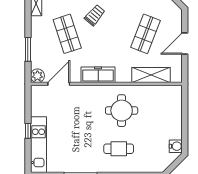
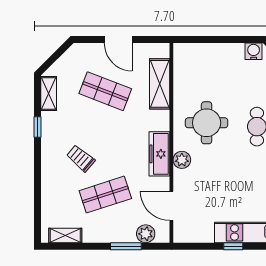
plant: (37, 76) -> (146, 234), moved
plant: (93, 92) -> (182, 160), added

